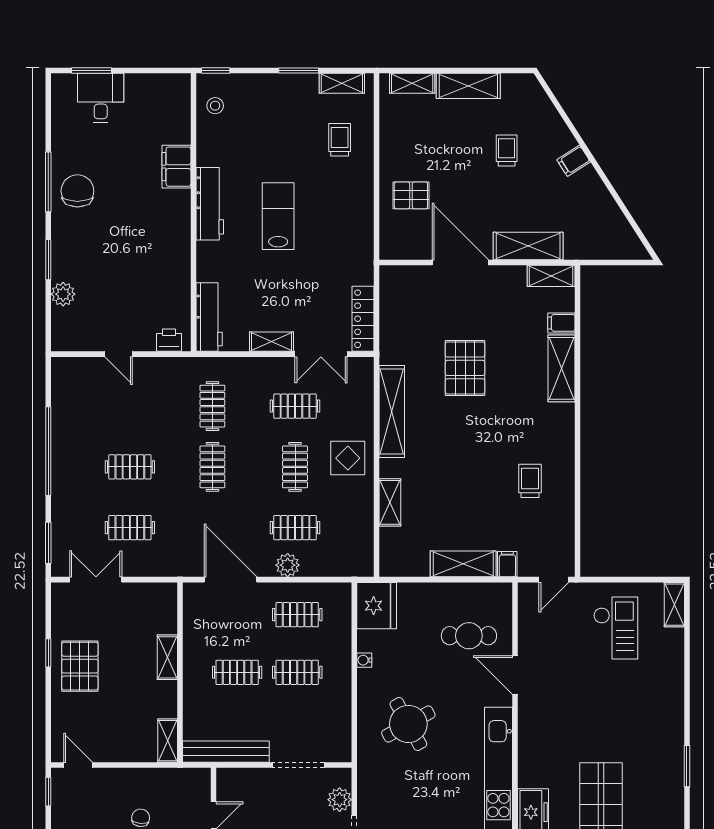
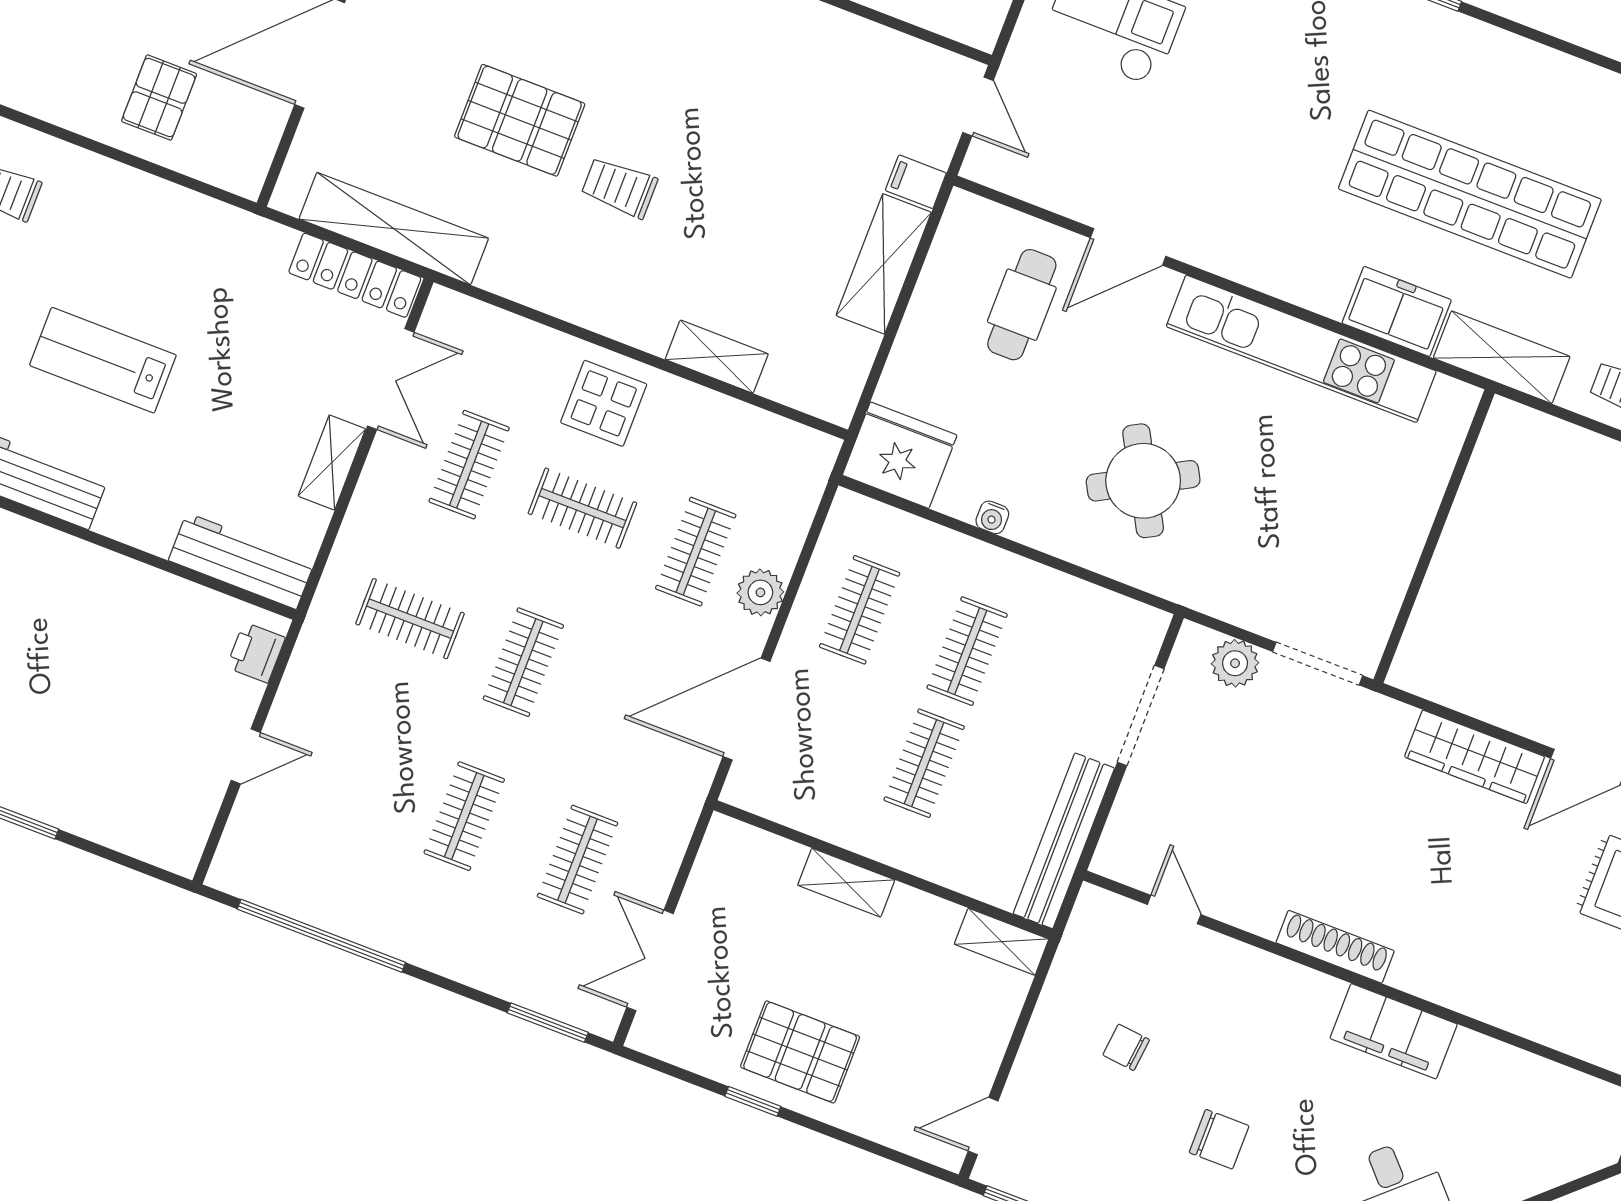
plant: (63, 294) -> (94, 817), removed
shelving: (392, 412) -> (394, 229), moved
window: (48, 451) -> (321, 936), moved
clothes rail: (212, 467) -> (523, 662), turned 90
trolley: (530, 481) -> (619, 187), moved

